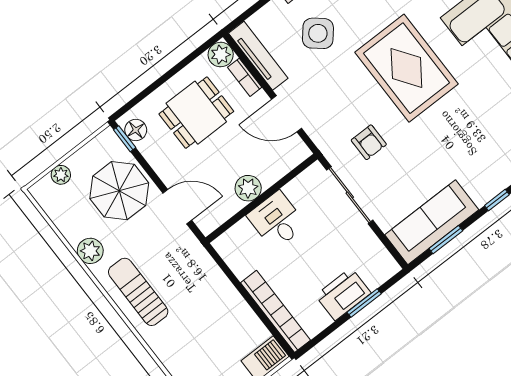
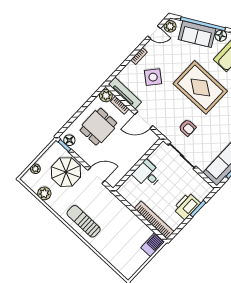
plant: (248, 188) -> (130, 160), removed
plant: (90, 251) -> (44, 193), moved

